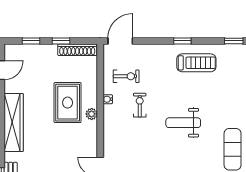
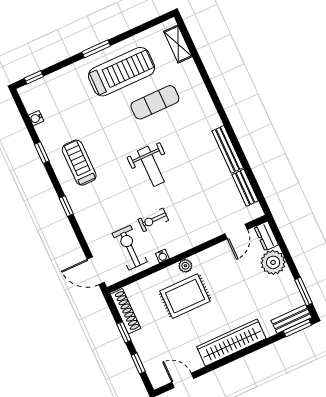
treadmill: (196, 63) -> (79, 163), moved
exercise bike: (126, 76) -> (130, 248), width x1.38, depth x1.39

